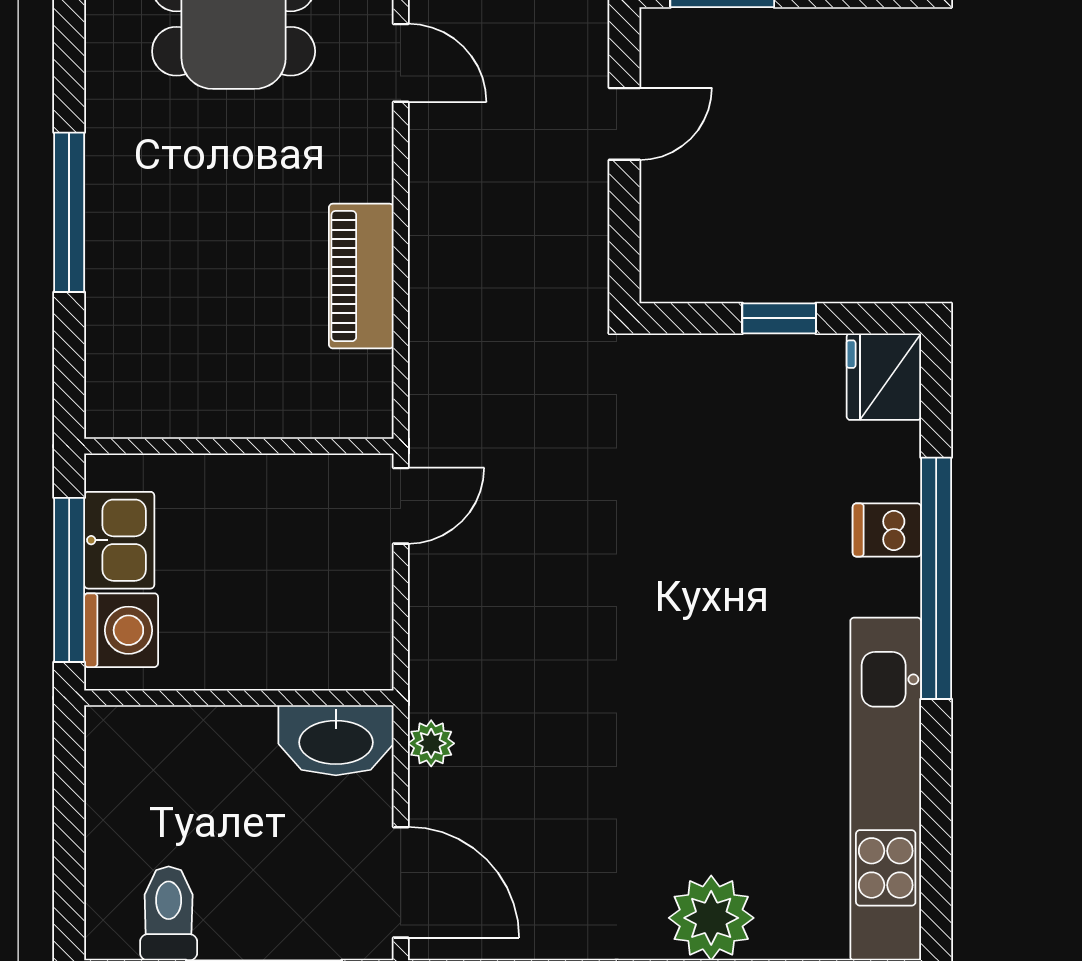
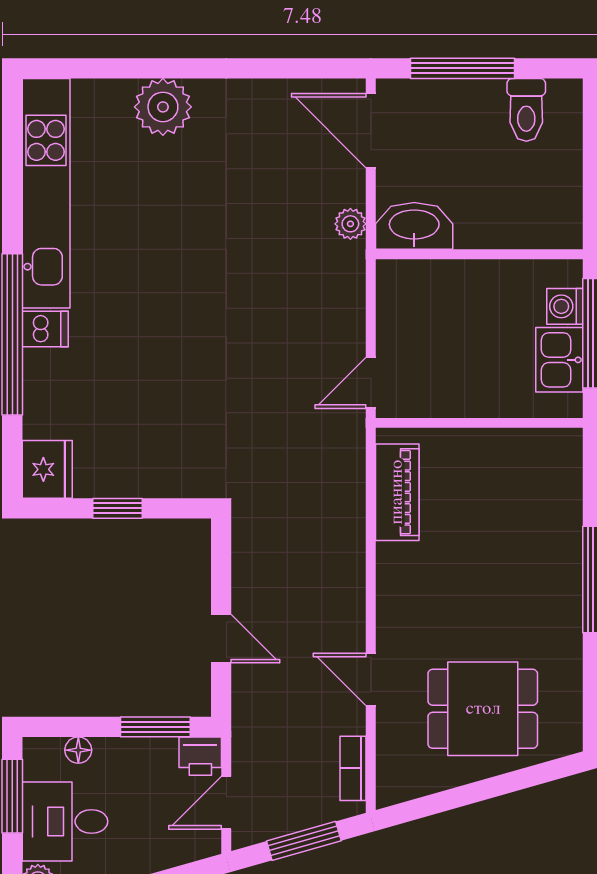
door: (624, 124) -> (221, 639), swing flipped
piano: (361, 276) -> (397, 492), moved
dishwasher: (887, 530) -> (45, 329), moved
washing machine: (121, 630) -> (565, 306), width x0.73, depth x0.73

